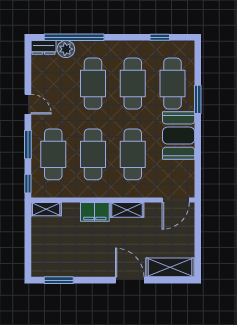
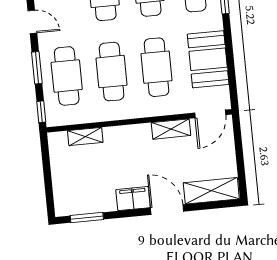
booth: (179, 136) -> (208, 59), moved
shelving: (46, 209) -> (85, 137), moved
shelving: (127, 210) -> (171, 129), moved
filing cabinet: (95, 212) -> (133, 199), moved, turned 180

